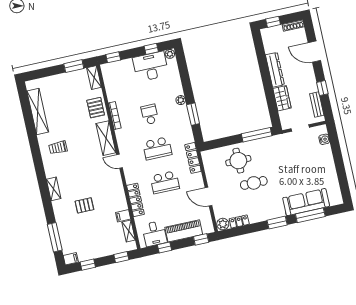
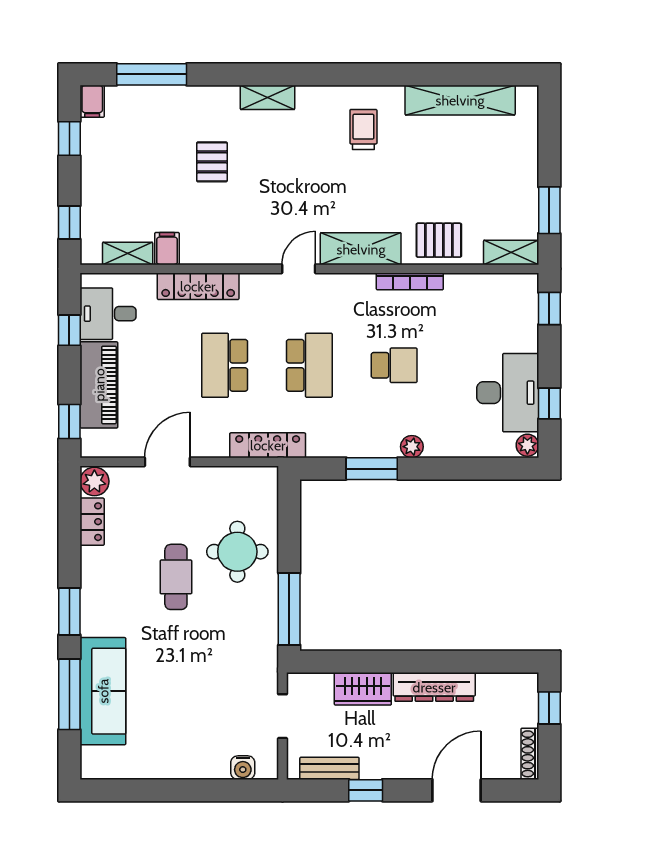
school desk: (157, 148) -> (309, 365), turned 180

